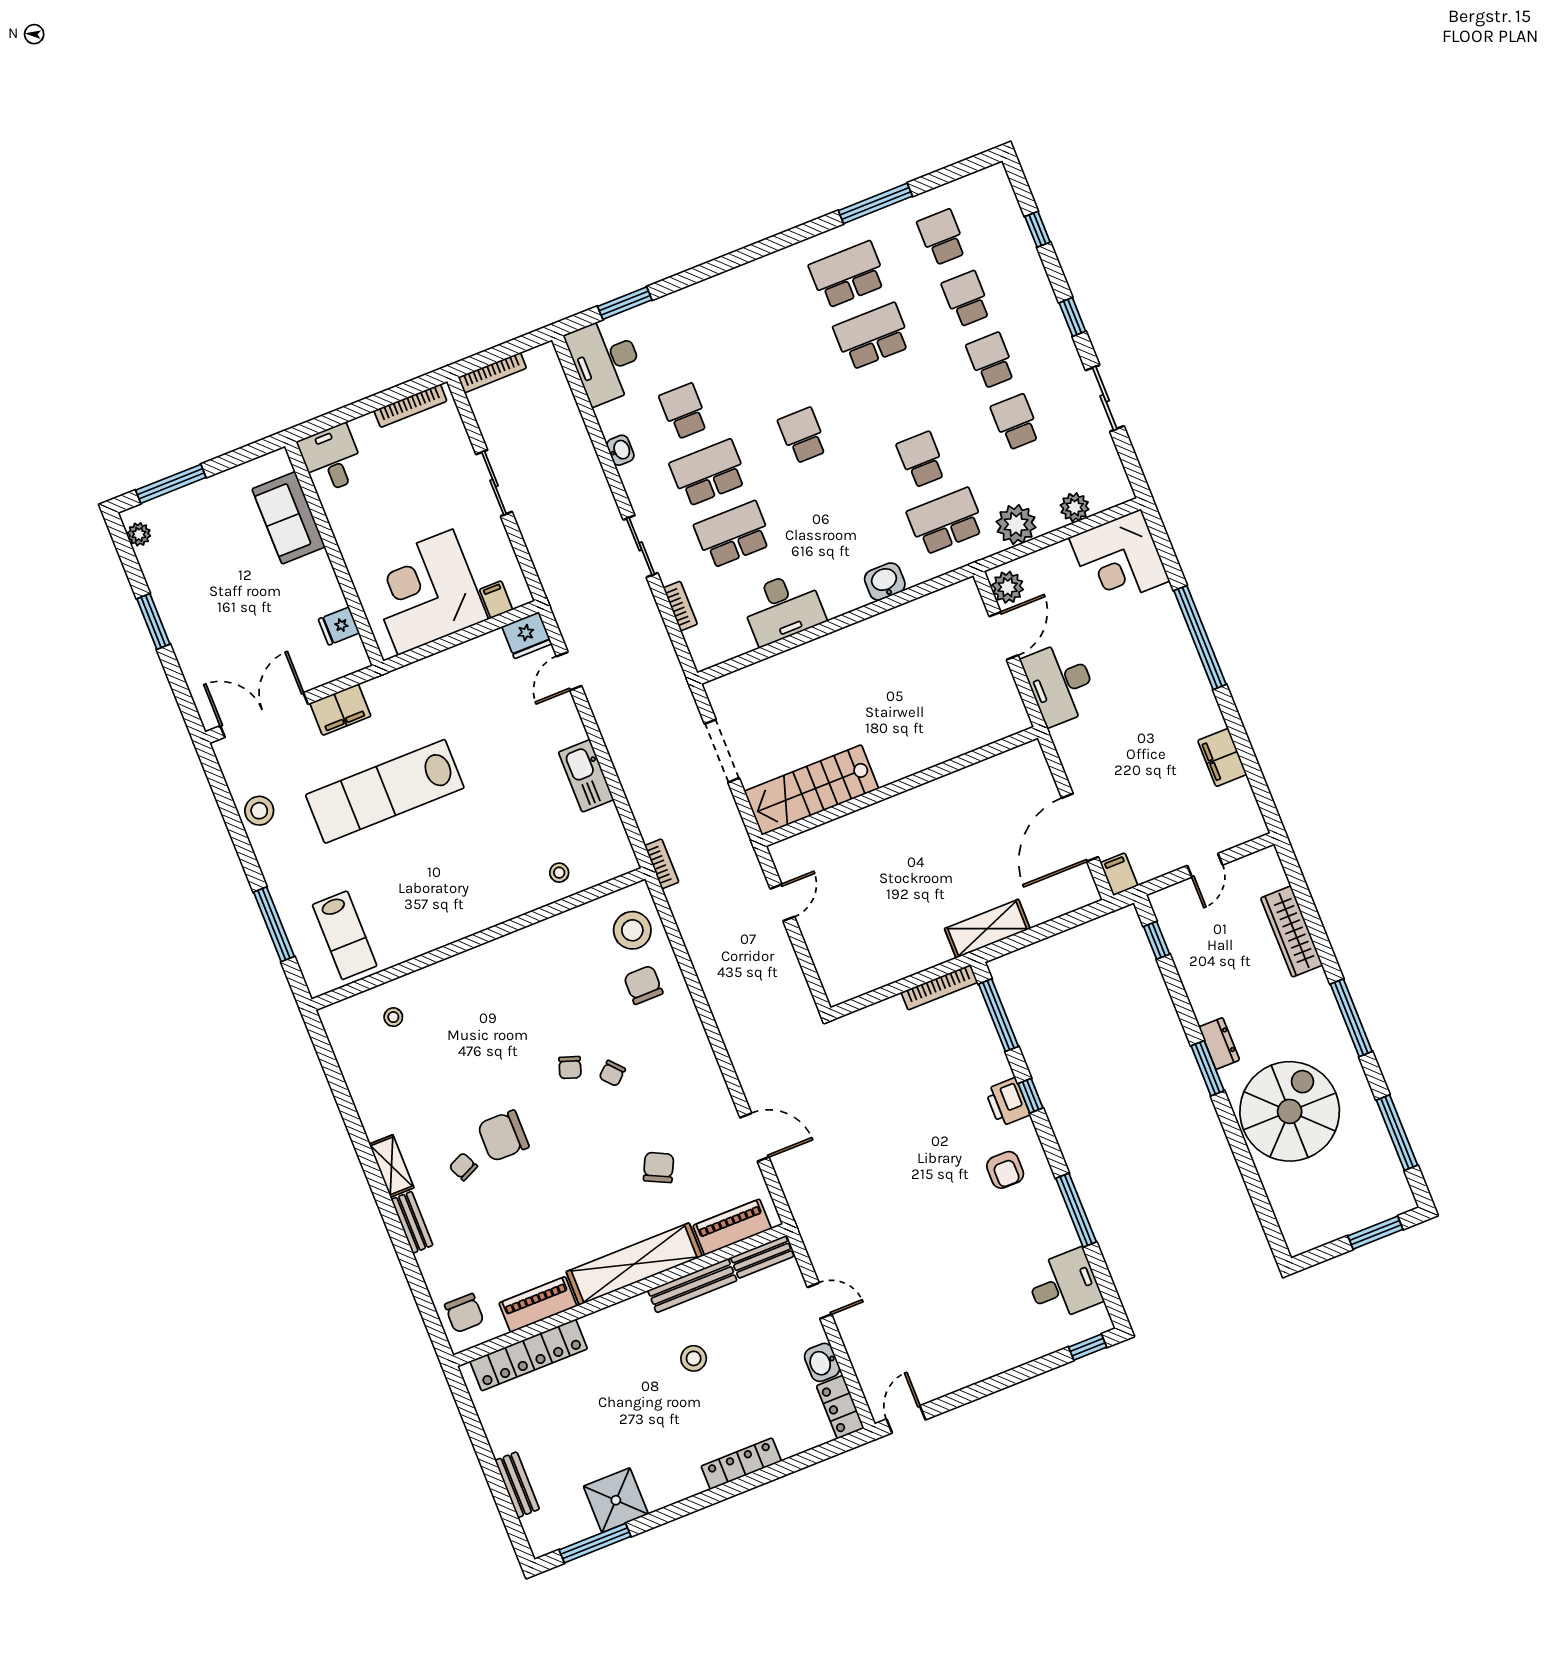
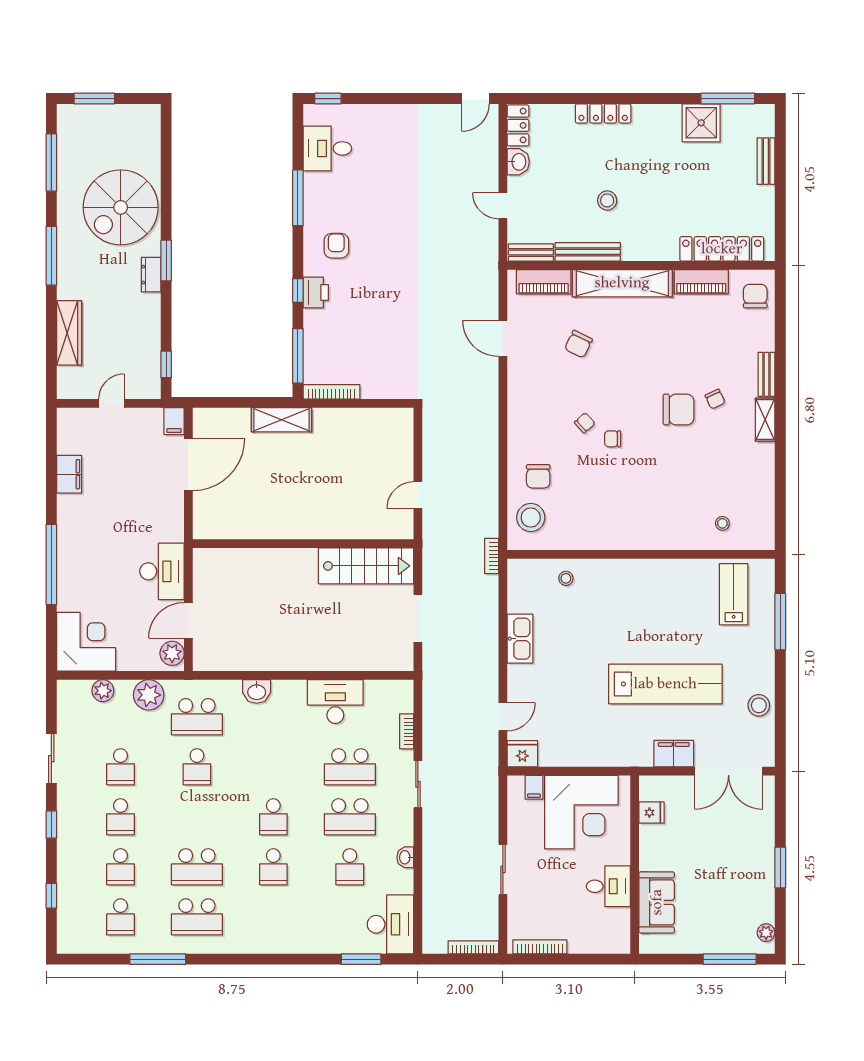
school desk: (778, 374) -> (273, 867), added
desk: (332, 459) -> (608, 886), moved, turned -90
chair: (570, 1067) -> (613, 439), turned -109

